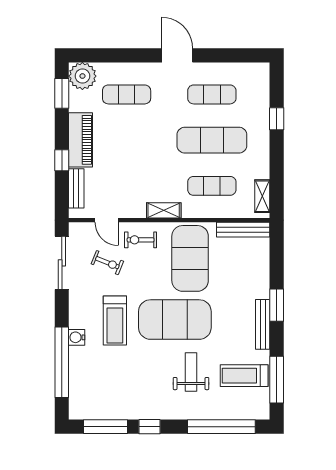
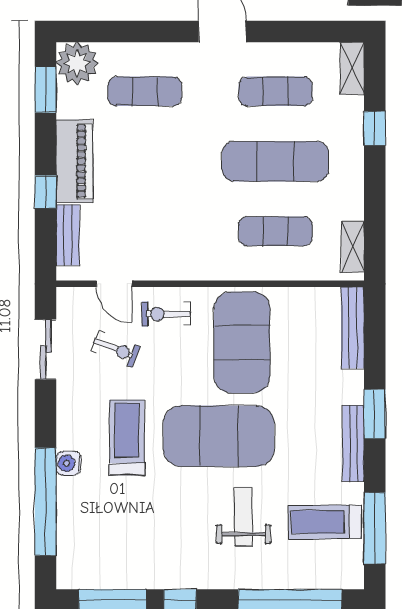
shelving: (164, 210) -> (352, 68), moved, turned 90
bench: (243, 230) -> (353, 328), moved, turned 90
sliding door: (62, 263) -> (46, 349), width x0.73
treadmill: (115, 321) -> (127, 438), turned 180

